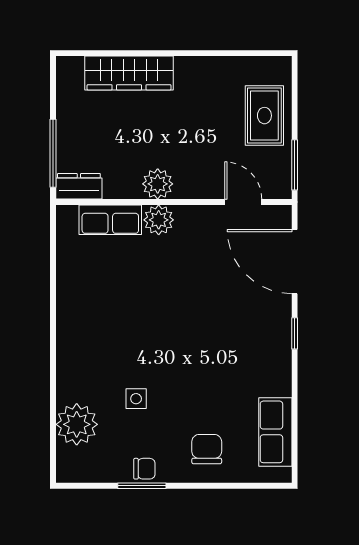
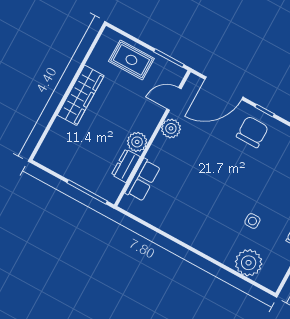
wardrobe: (129, 73) -> (81, 95), moved
dresser: (79, 186) -> (126, 166), moved
plant: (159, 220) -> (171, 128), moved
chair: (257, 333) -> (252, 132), added

